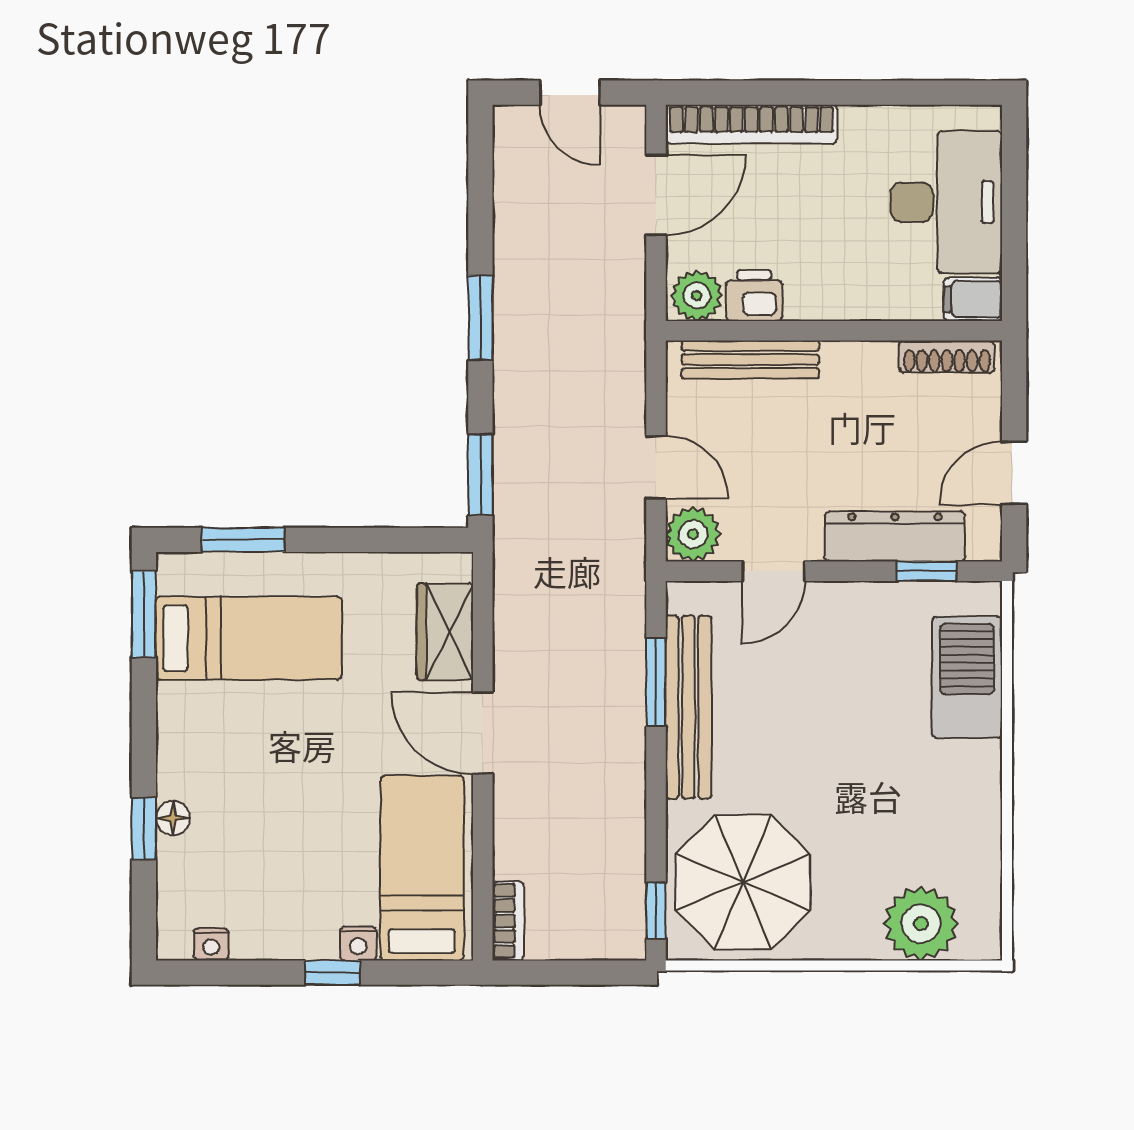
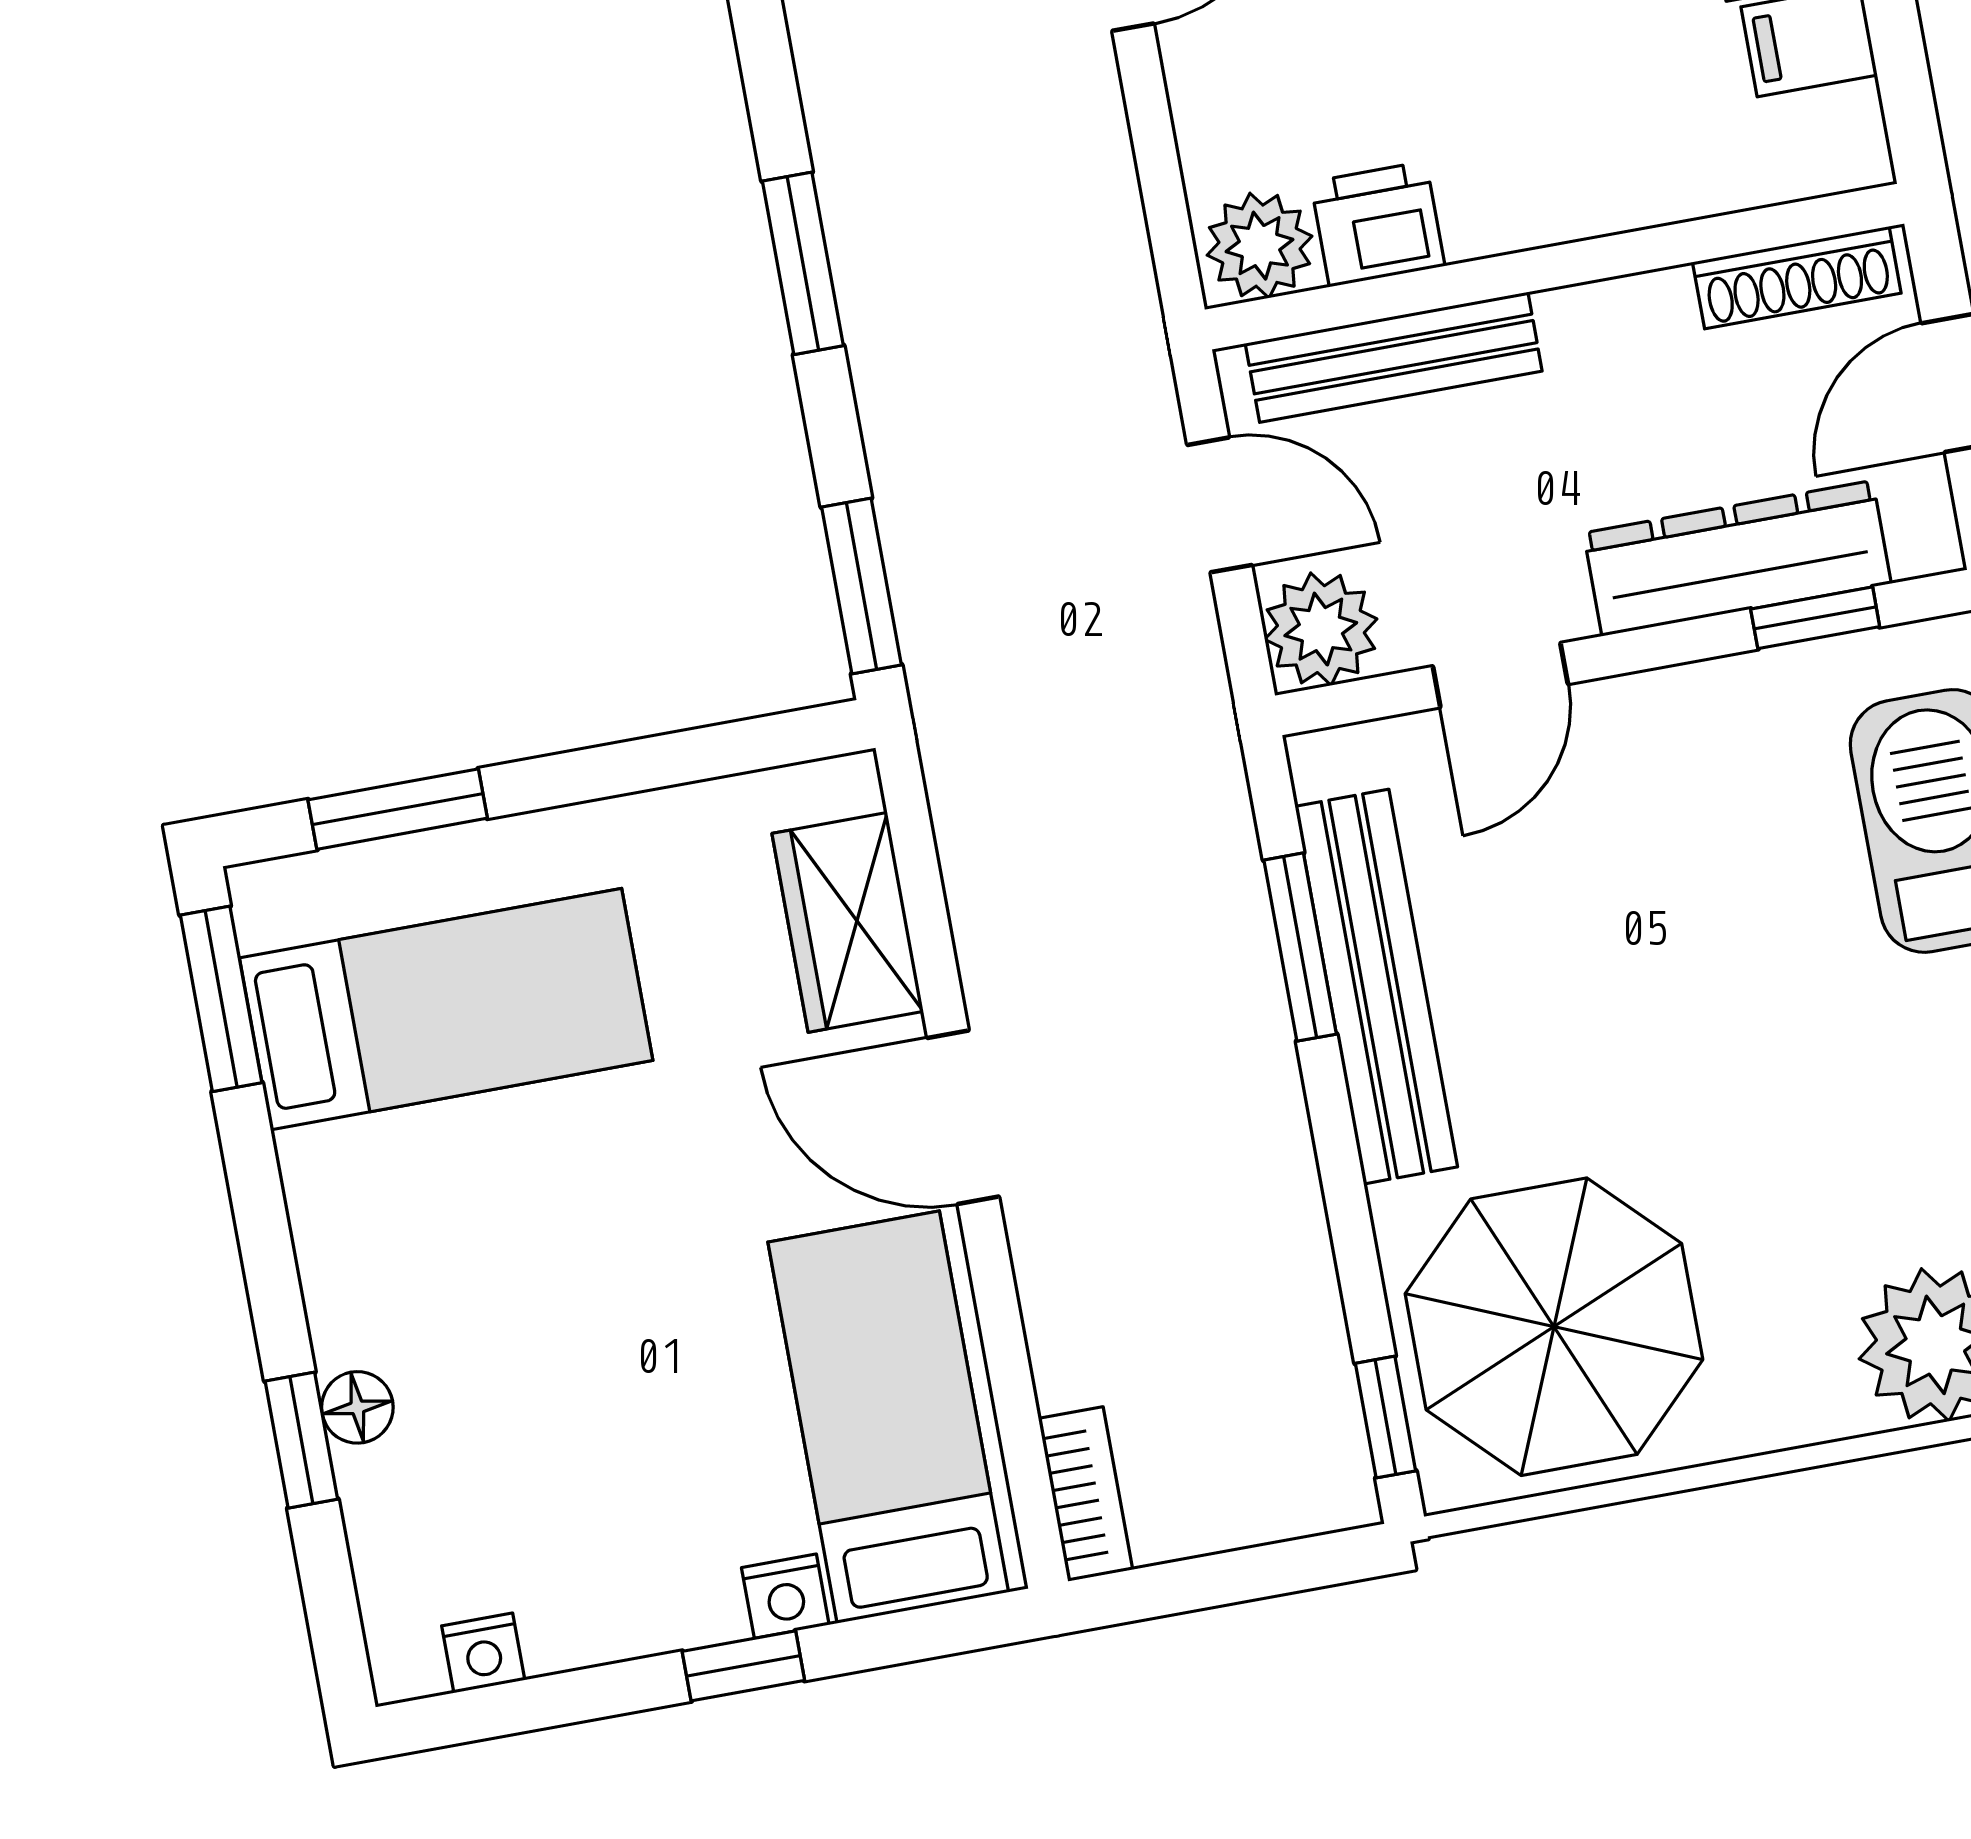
plant: (697, 296) -> (1260, 246), moved
printer: (754, 296) -> (1378, 224), moved
wall: (834, 331) -> (1555, 267), moved
shoe rack: (947, 357) -> (1797, 278), moved
bench: (750, 360) -> (1394, 357), moved

